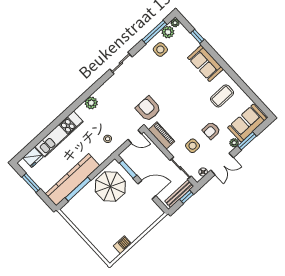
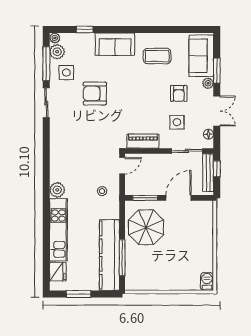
sliding door: (121, 63) -> (46, 103), moved
coffee table: (222, 96) -> (157, 56), turned 90
plant: (91, 103) -> (57, 190), moved
armchair: (148, 109) -> (95, 93), moved
barbecue: (122, 245) -> (207, 281), moved

